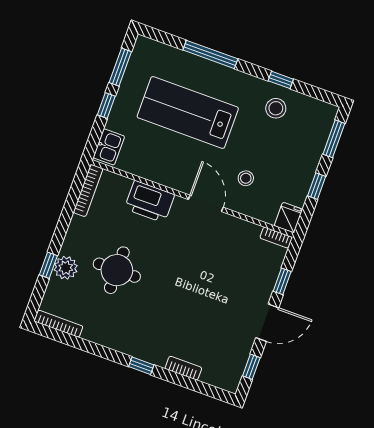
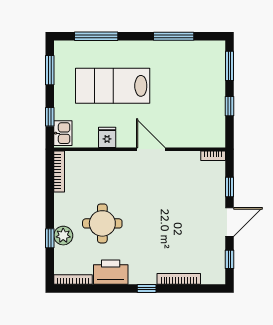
window: (210, 54) -> (96, 36), moved
window: (281, 80) -> (174, 36), width x2.17
window: (106, 105) -> (50, 117), moved
stool: (276, 108) -> (178, 59), removed
stool: (246, 178) -> (174, 119), removed
printer: (149, 202) -> (111, 272), moved, turned 180
fridge: (288, 218) -> (107, 137), moved
bookcase: (183, 368) -> (179, 279), width x1.56

